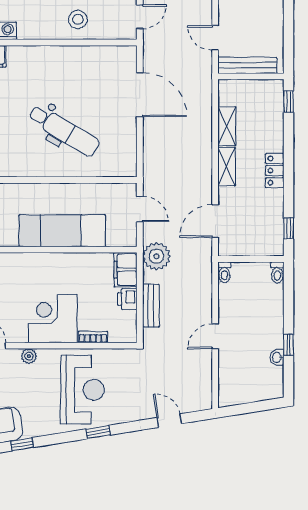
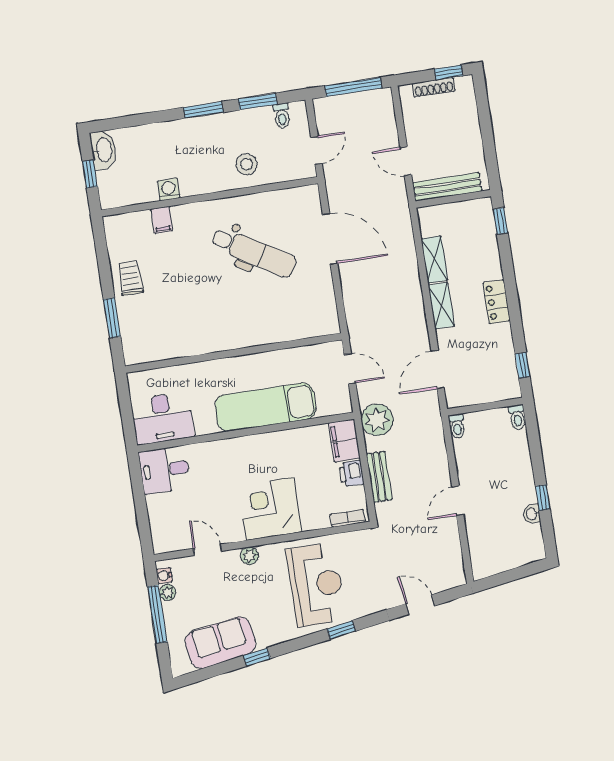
dental chair: (64, 131) -> (254, 252), moved
bookcase: (93, 337) -> (348, 518), moved

